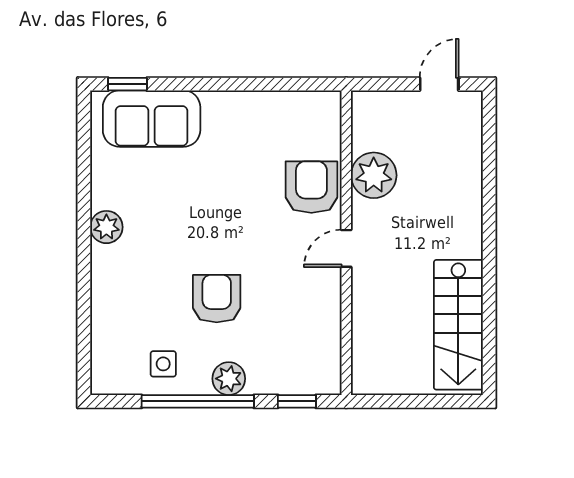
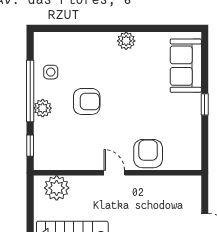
window: (127, 84) -> (205, 104), moved
plant: (374, 175) -> (57, 188), moved
armchair: (311, 187) -> (148, 154), turned -90

